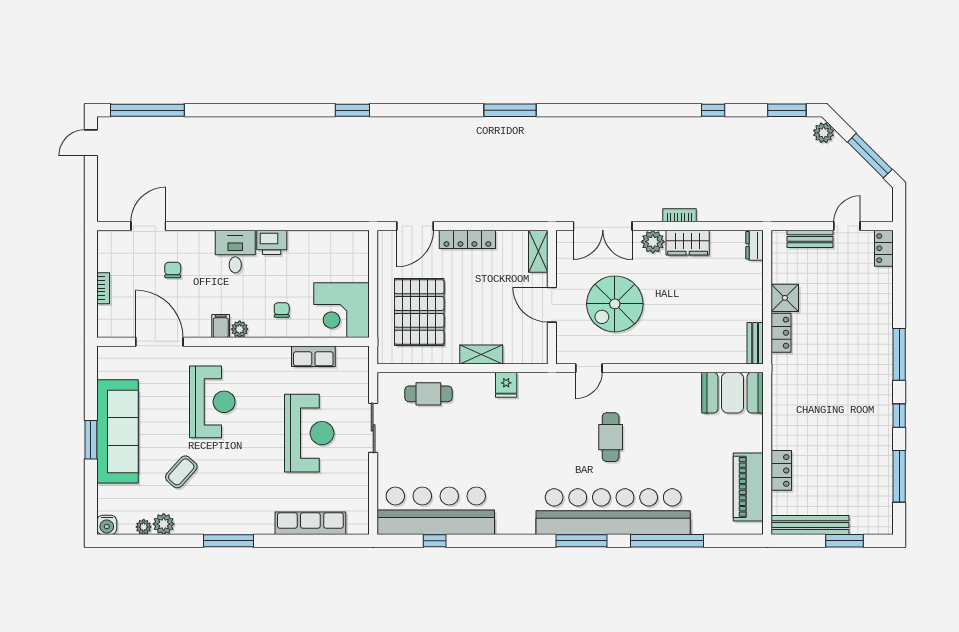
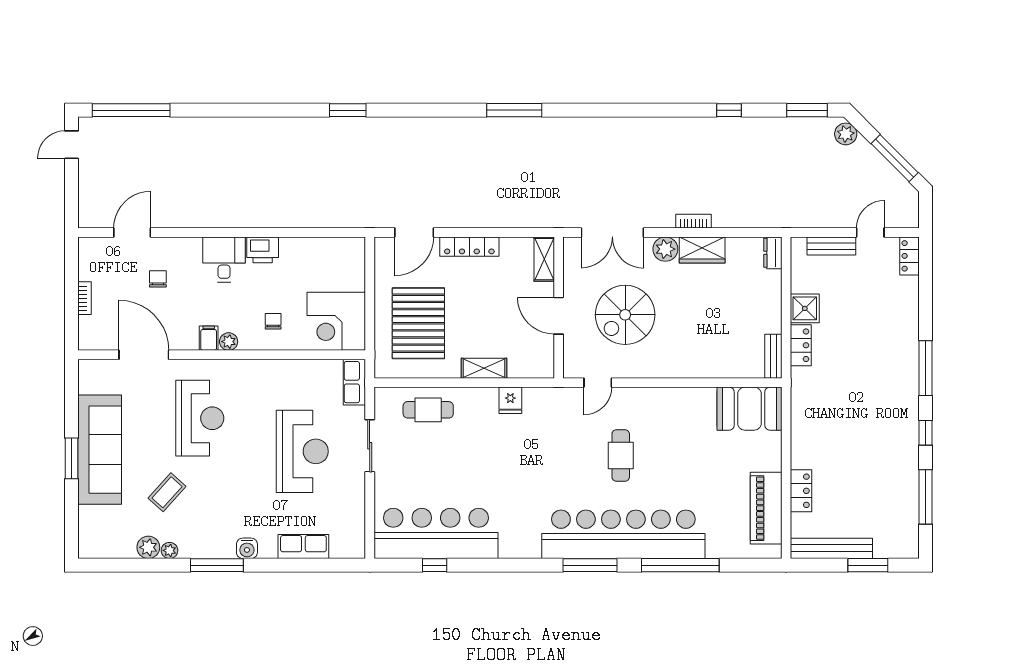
row of seats: (313, 356) -> (354, 382), moved, turned 90
row of seats: (310, 523) -> (303, 547), width x0.68
water cooler: (107, 525) -> (247, 548), moved
plant: (144, 527) -> (169, 550), moved

